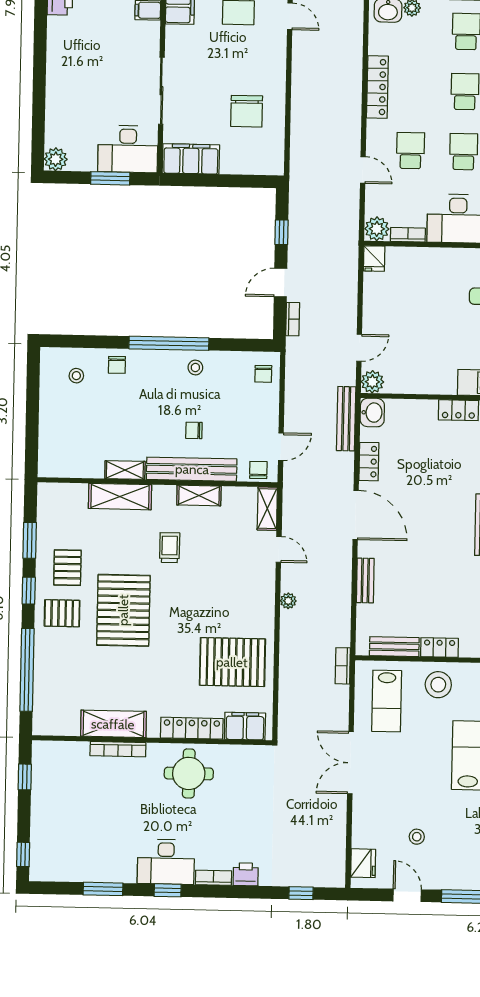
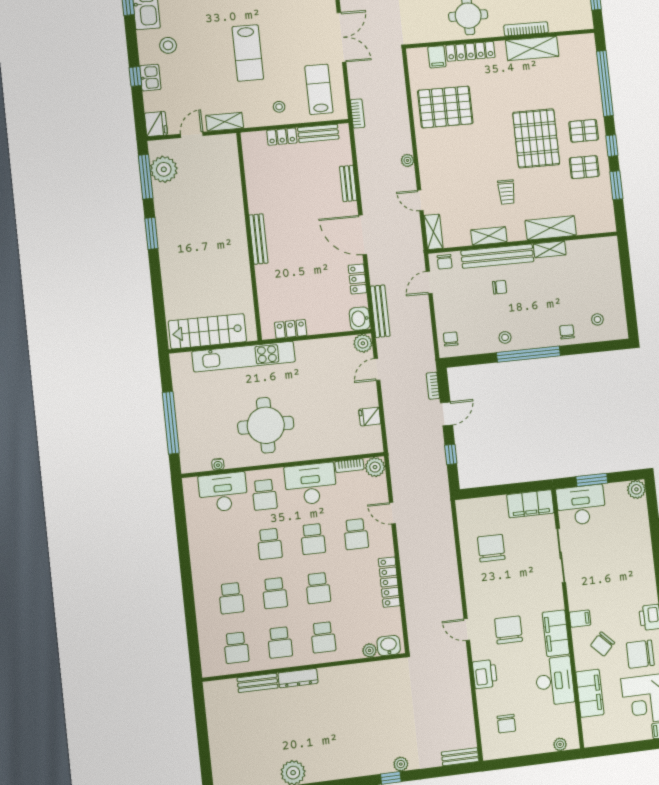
fridge: (374, 259) -> (370, 417), moved, turned -90
pallet: (67, 568) -> (584, 167), turned 90
stool: (438, 685) -> (279, 107), width x0.53, depth x0.53
filing cabinet: (245, 726) -> (437, 57), width x0.50

